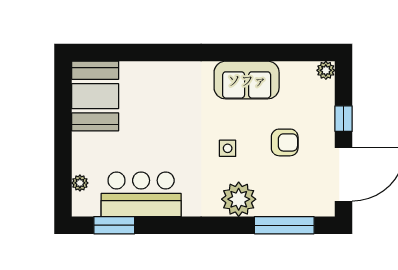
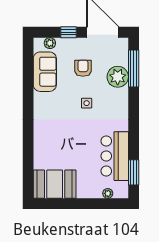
plant: (326, 70) -> (50, 43), moved
sofa: (247, 80) -> (45, 72), moved
plant: (239, 199) -> (118, 77), moved

